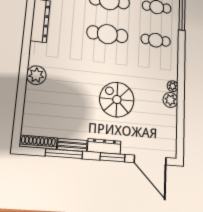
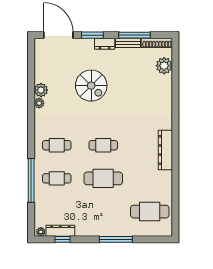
cafe table: (107, 34) -> (103, 145), width x0.73, depth x0.74
plant: (36, 75) -> (164, 66), moved
dresser: (104, 146) -> (105, 44), width x0.70

